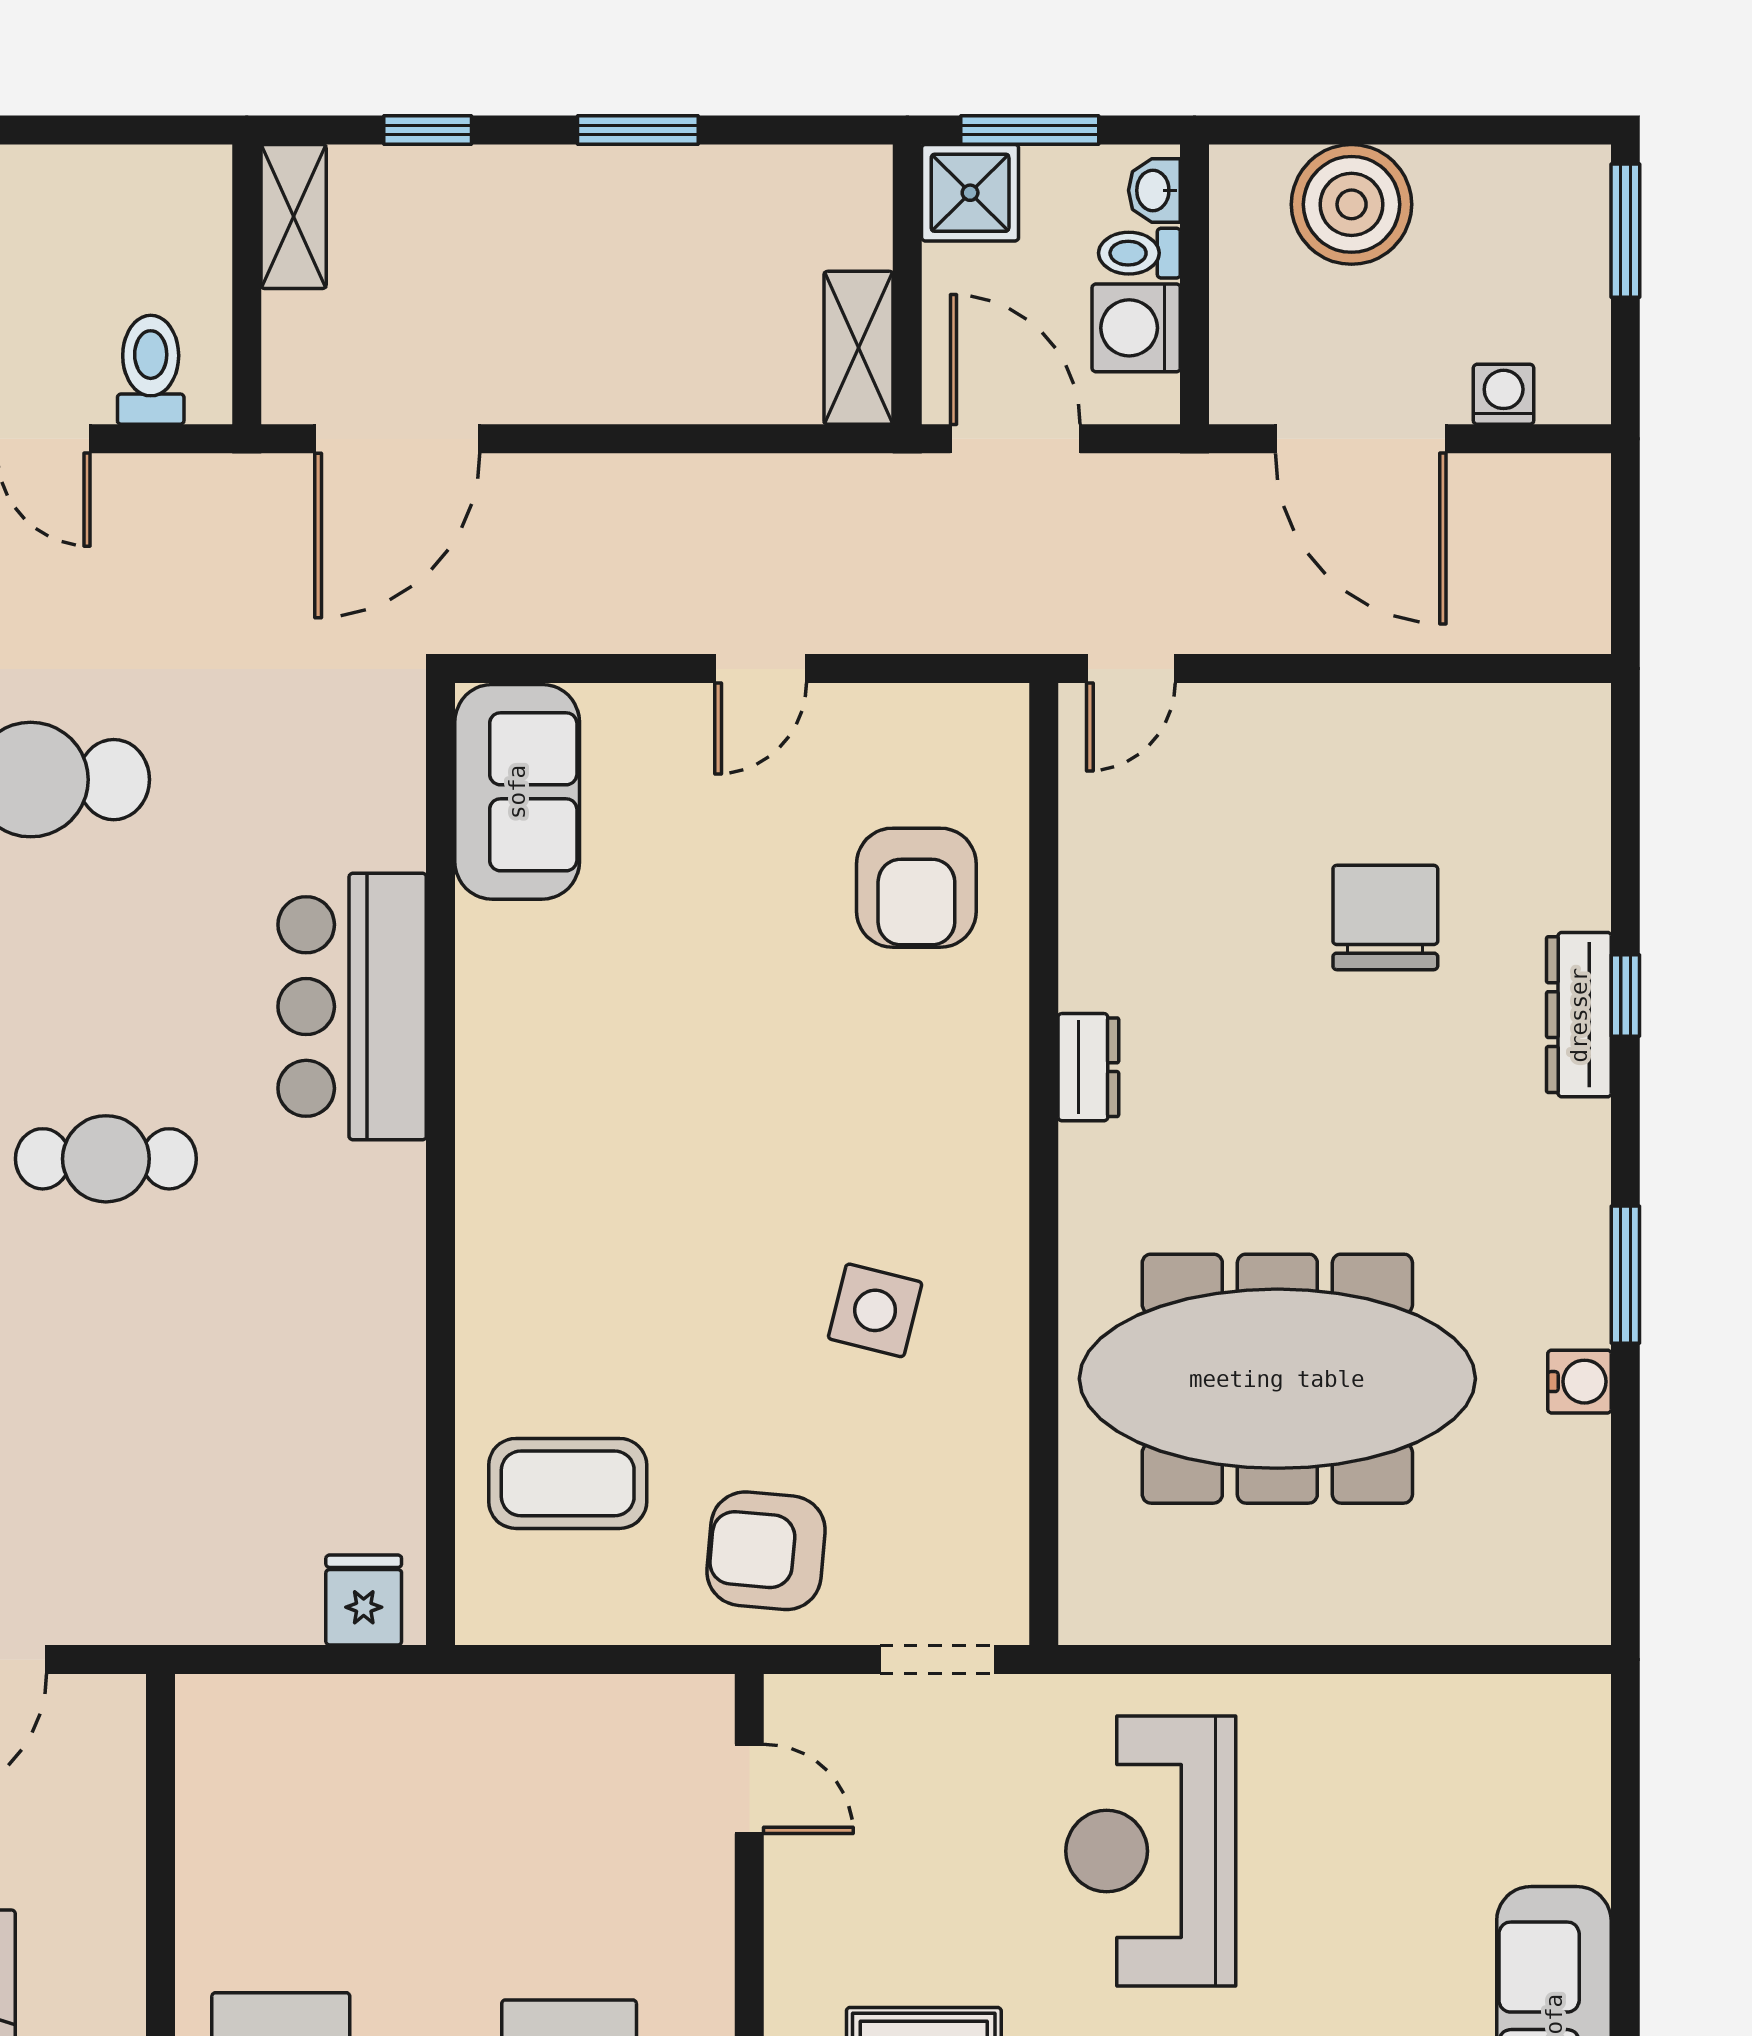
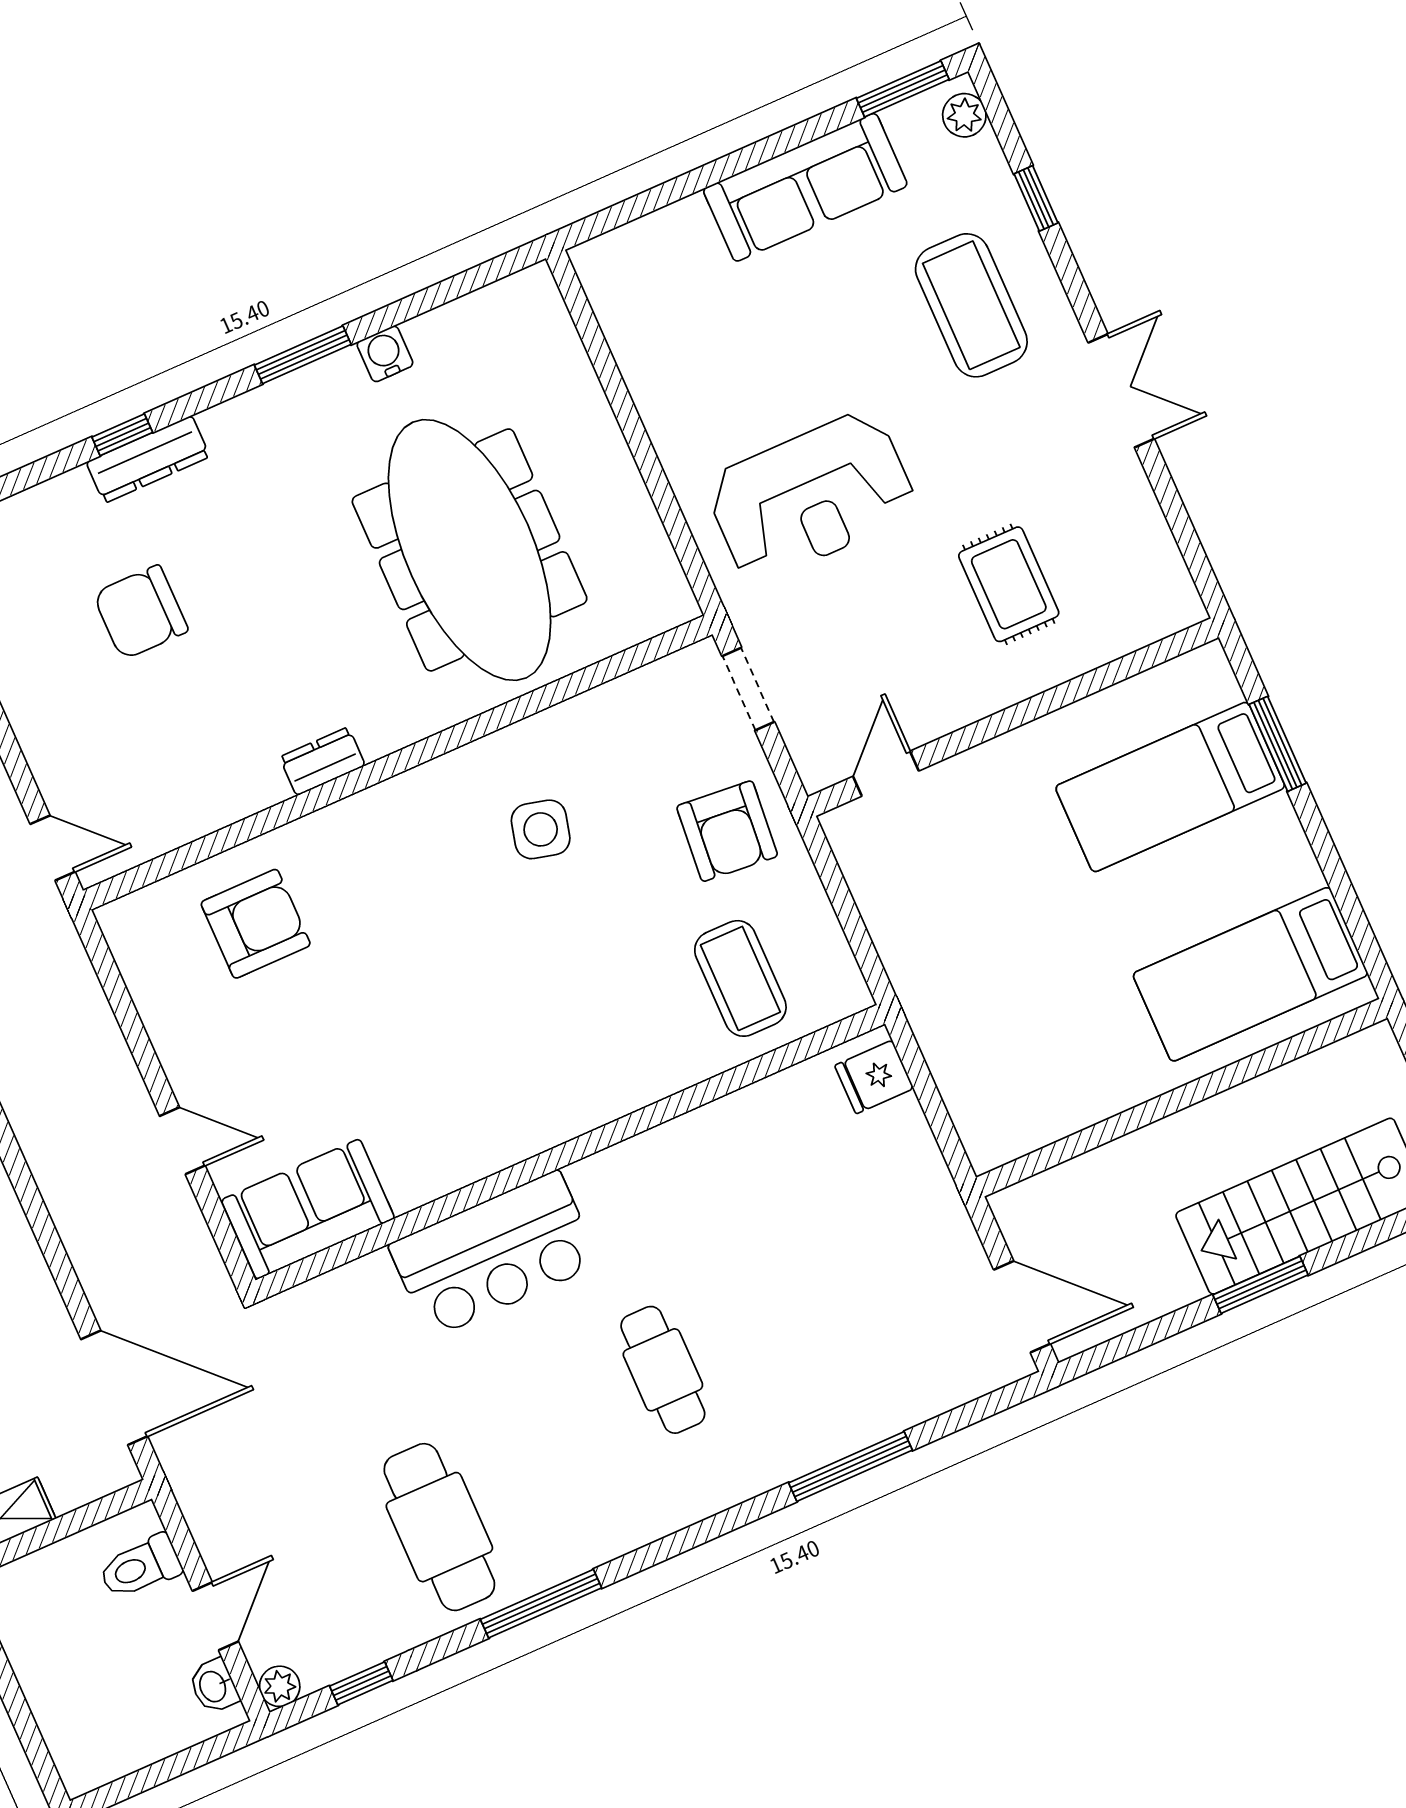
door: (761, 669) -> (182, 1141), moved

